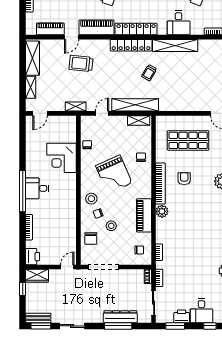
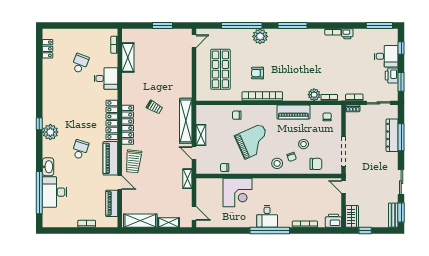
shelving: (175, 45) -> (128, 57), moved, width x0.68
trolley: (81, 63) -> (134, 161), moved
shelving: (139, 120) -> (201, 135), moved
plant: (162, 211) -> (314, 95), moved

